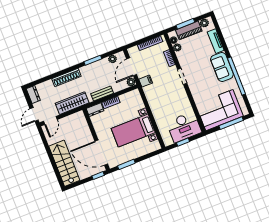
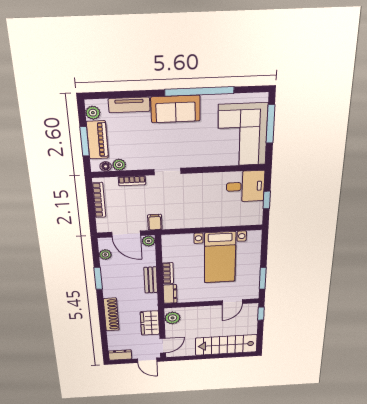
wardrobe: (72, 103) -> (150, 323), width x0.67
plant: (76, 118) -> (172, 318), added
door: (50, 120) -> (163, 346), hinge flipped
desk: (184, 127) -> (245, 186), width x0.73
door: (101, 153) -> (232, 302), width x0.53

